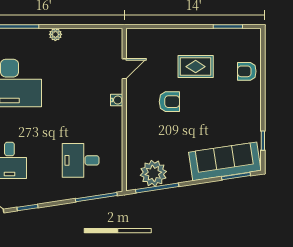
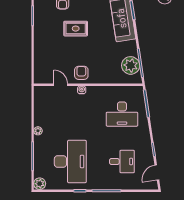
rug: (196, 67) -> (76, 29), moved, turned 90
armchair: (169, 102) -> (81, 73), moved
desk: (81, 160) -> (122, 114), width x1.37

